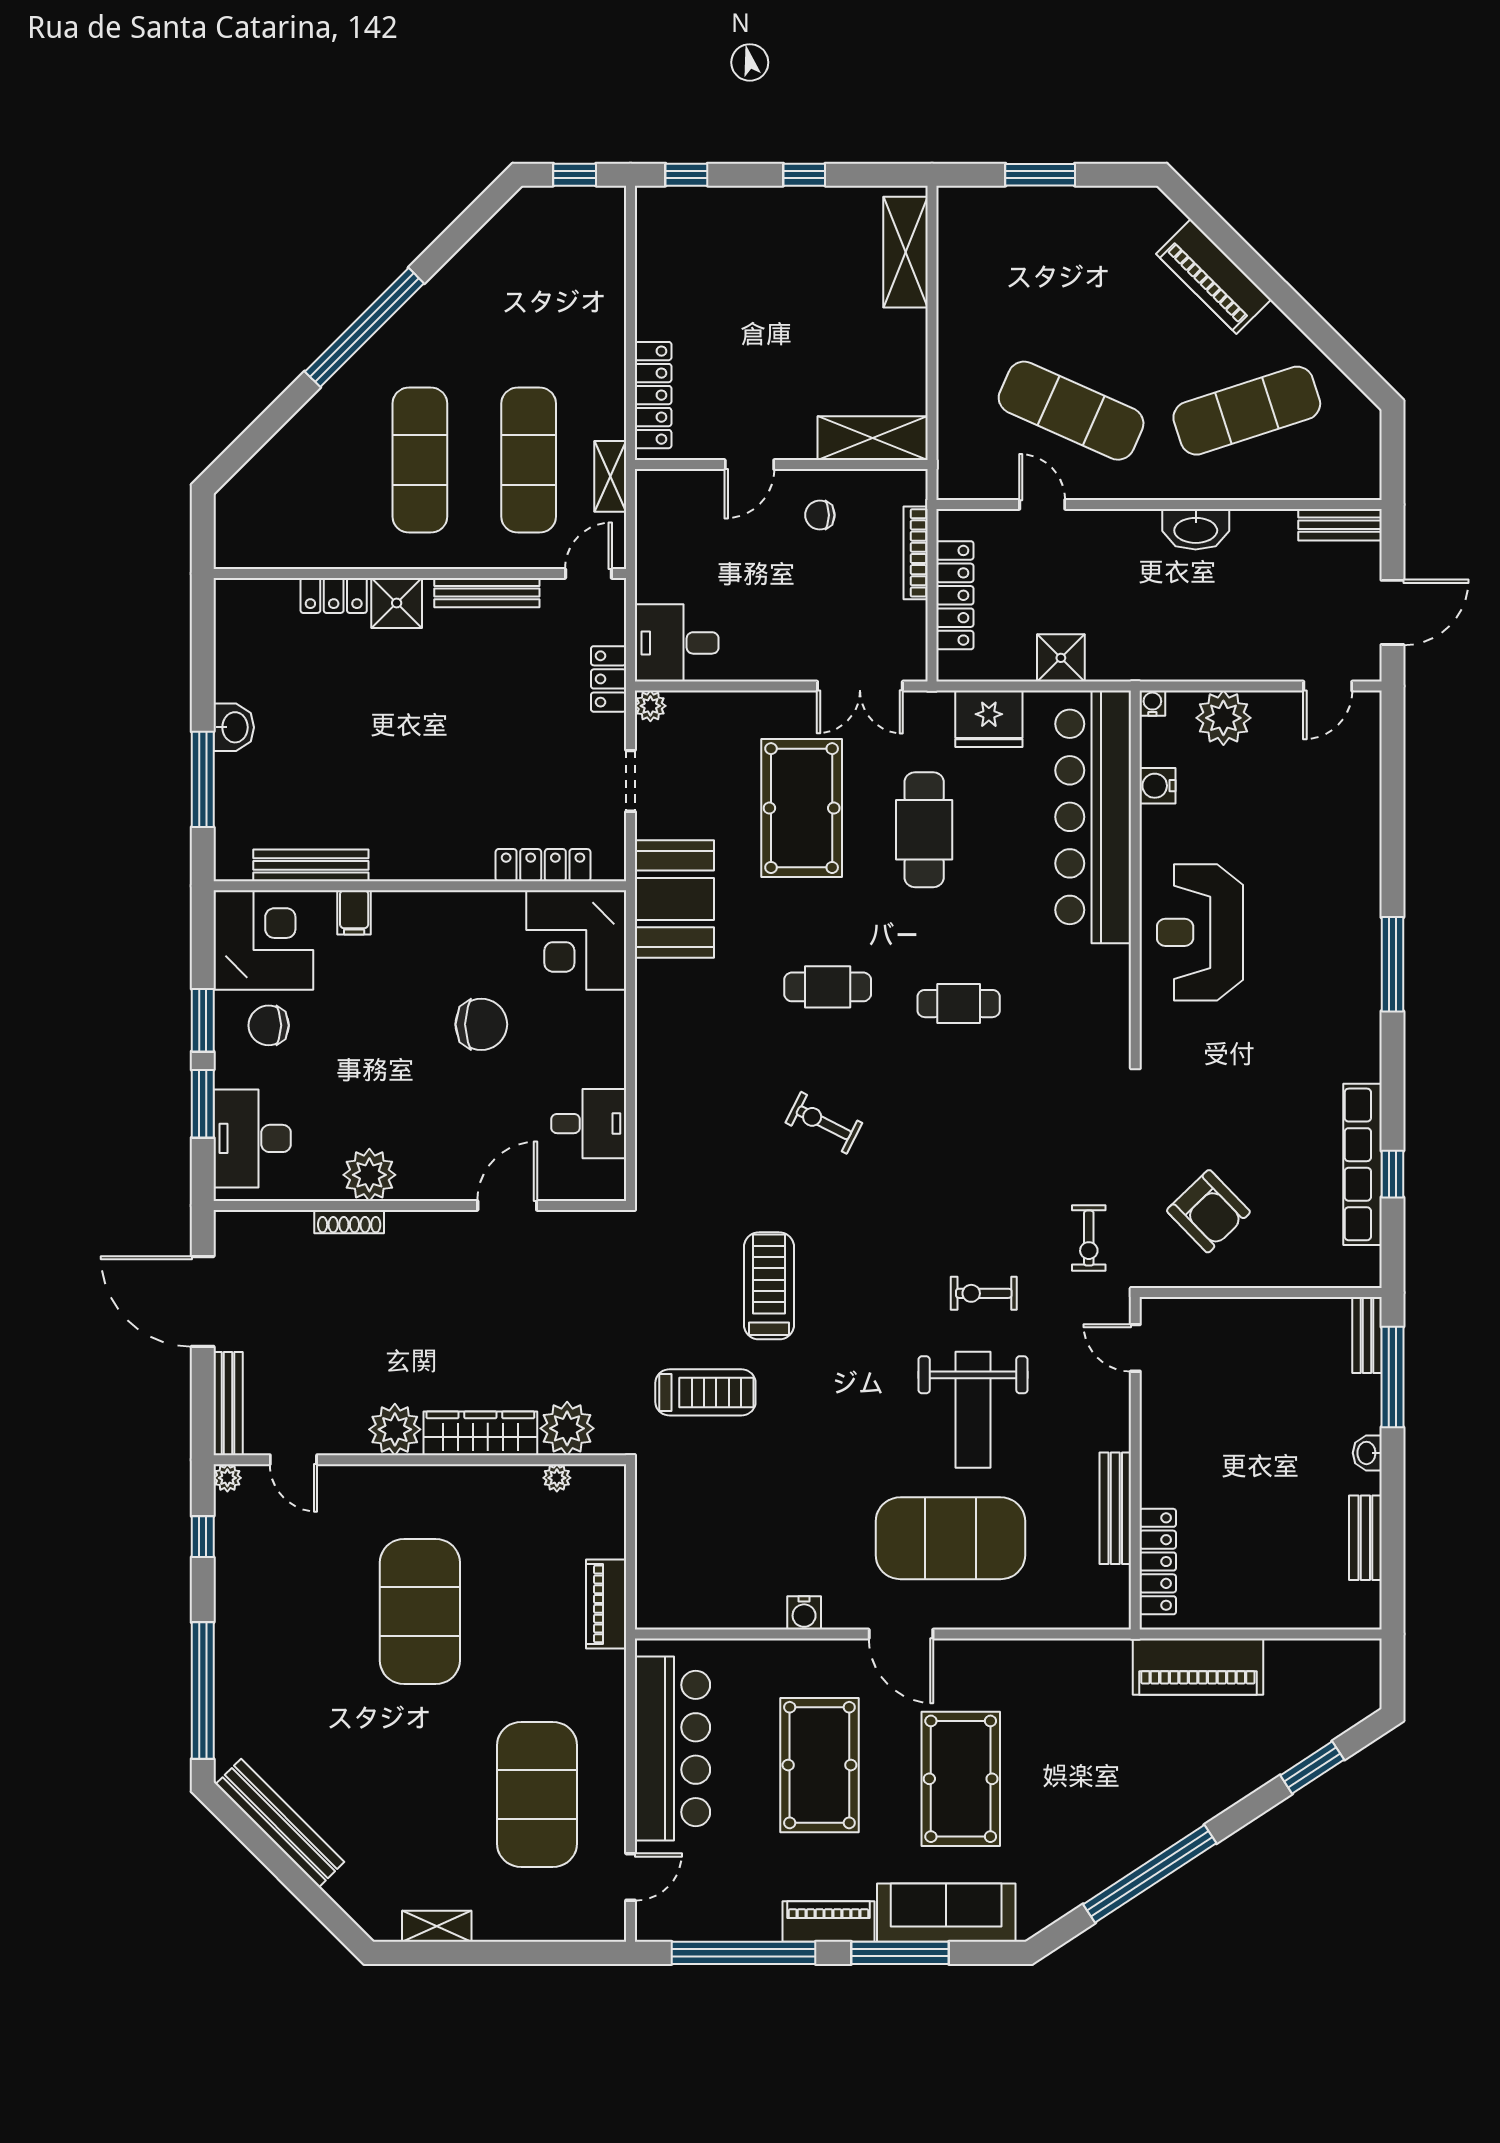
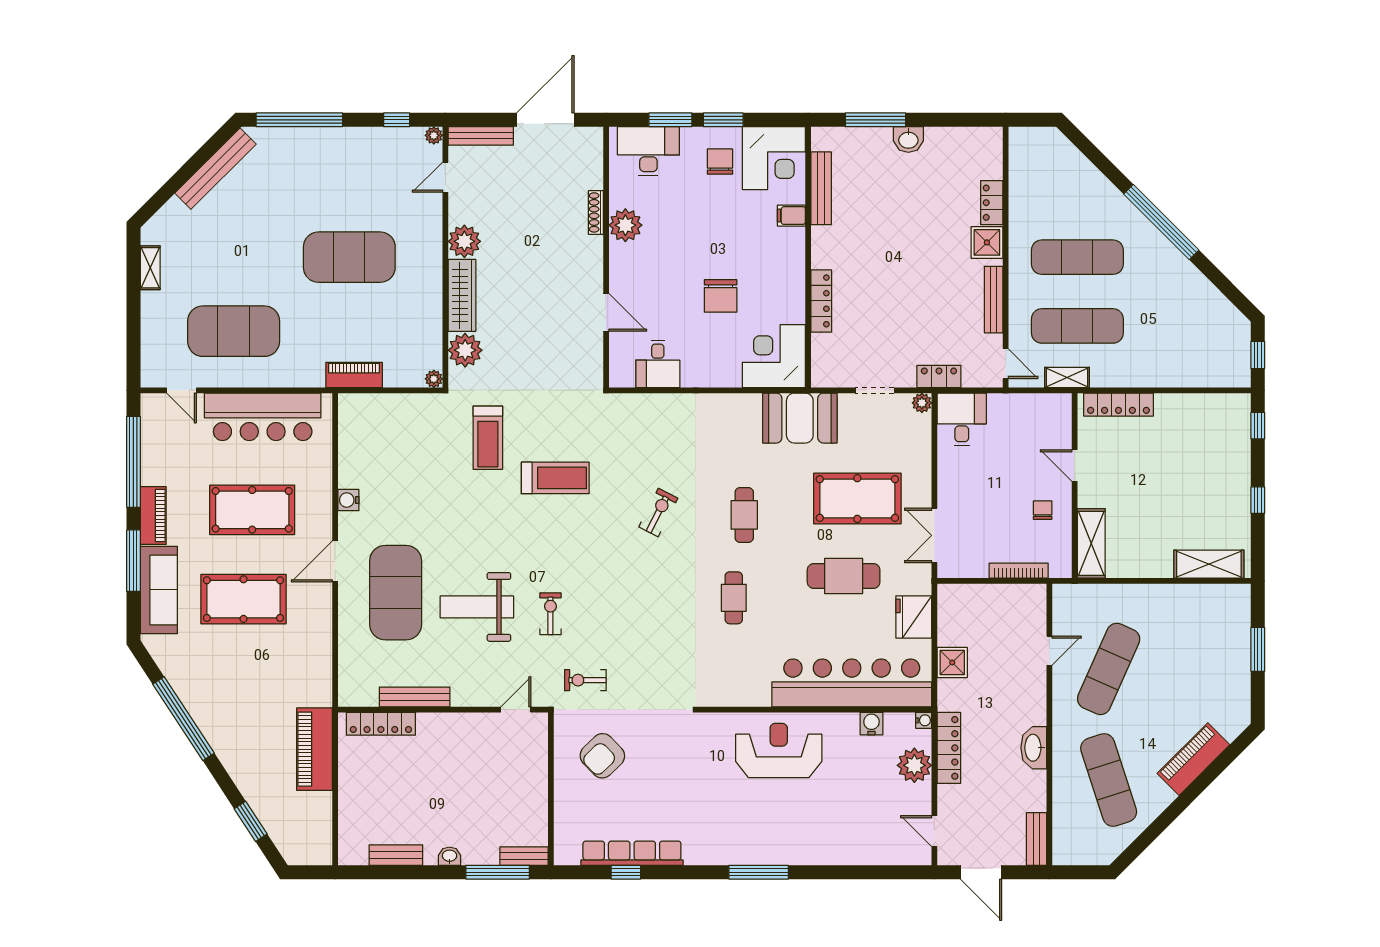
locker: (955, 595) -> (949, 748), moved, turned -90
locker: (543, 865) -> (821, 301), moved
plant: (557, 1478) -> (434, 379), moved

